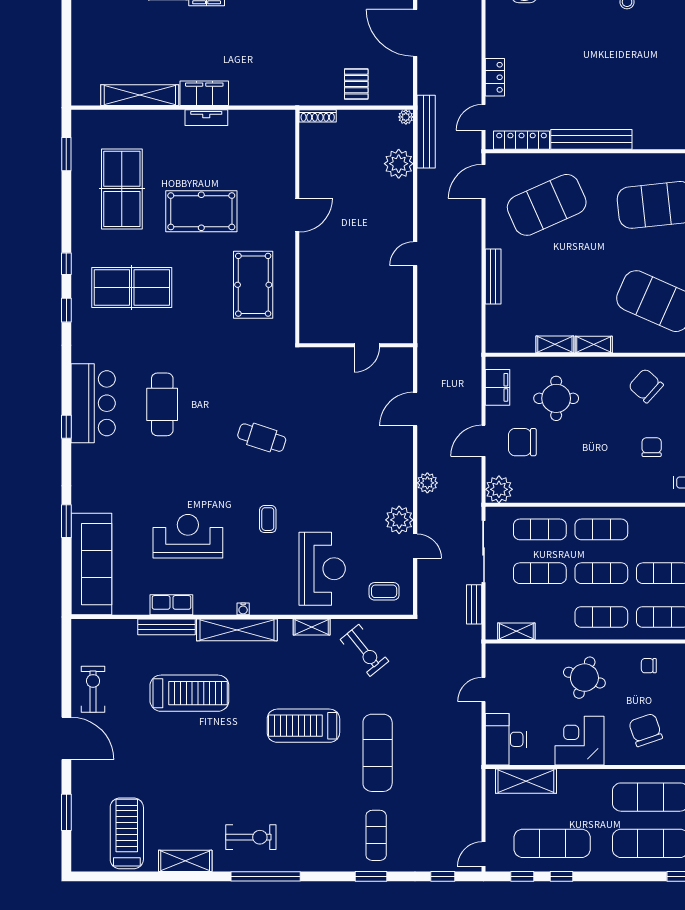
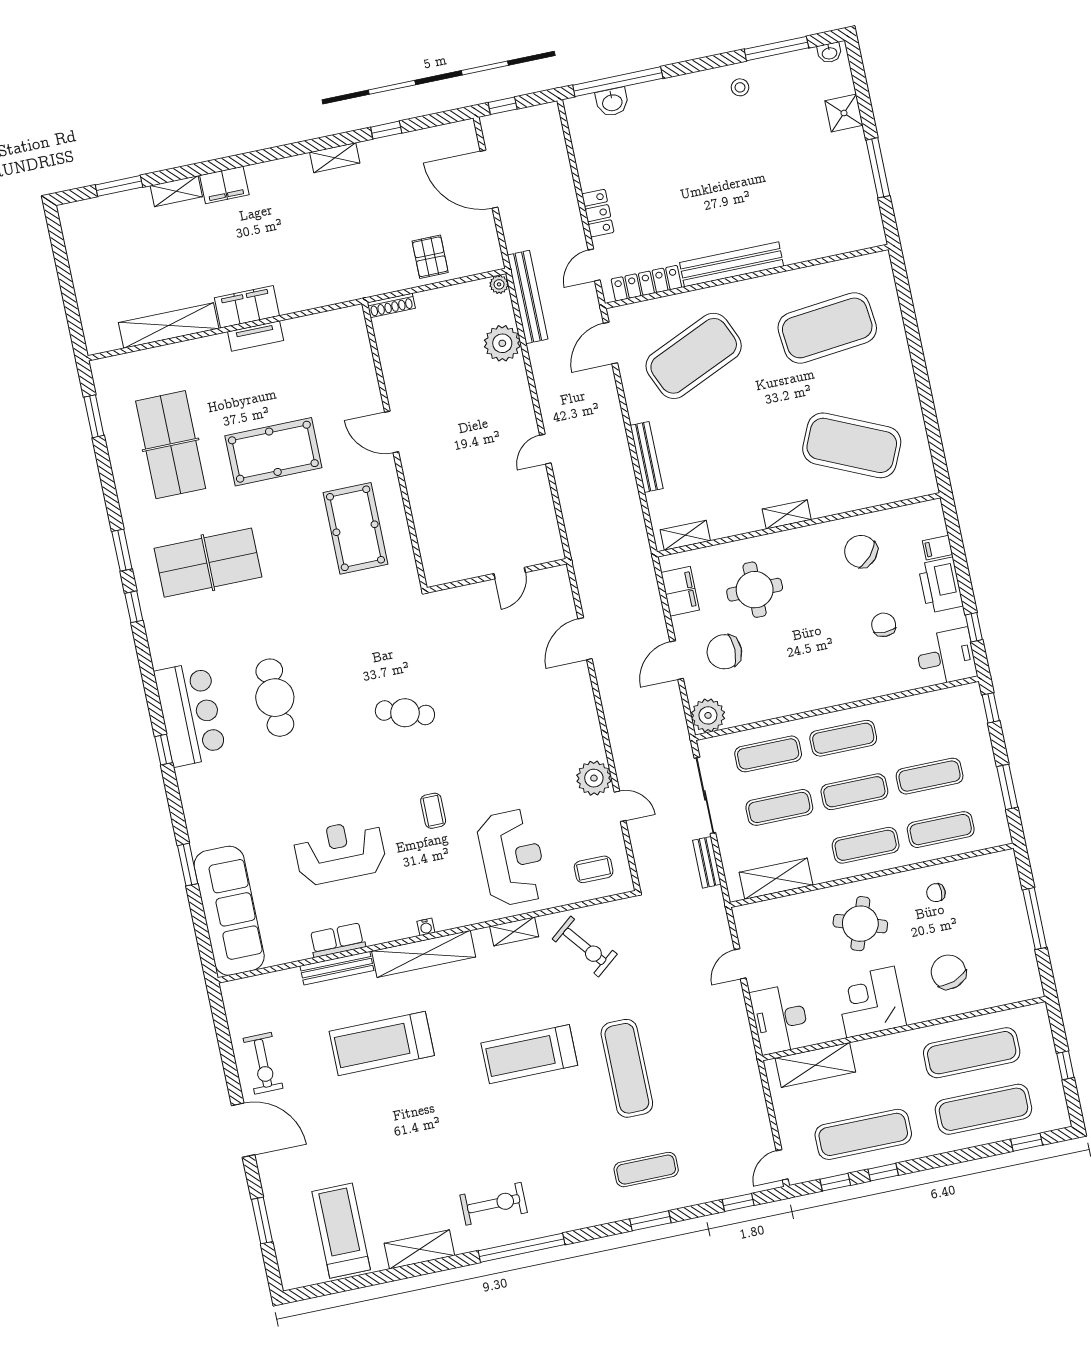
door: (297, 215) -> (392, 432), swing flipped
window: (66, 264) -> (122, 550), width x1.50
shelving: (555, 344) -> (685, 535), moved
plant: (427, 483) -> (619, 726), removed
shelving: (516, 631) -> (776, 879), width x1.50, depth x1.33
exercise bike: (93, 689) -> (263, 1063), turned 180
treadmill: (189, 693) -> (382, 1043), turned 180
exercise mat: (376, 835) -> (646, 1170), turned 90

